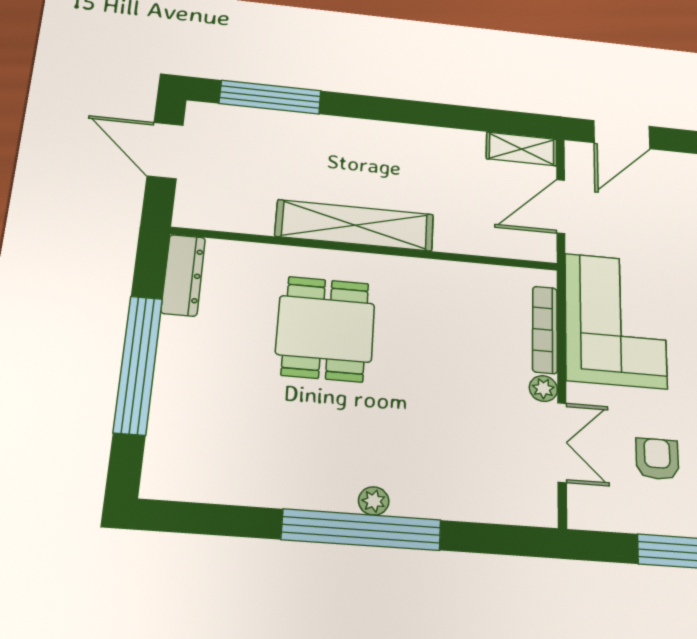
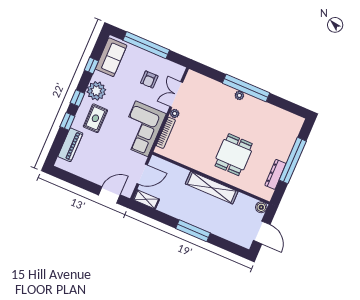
window: (270, 97) -> (193, 231), moved
boiler: (190, 213) -> (261, 207), added
dresser: (183, 275) -> (275, 174), moved

